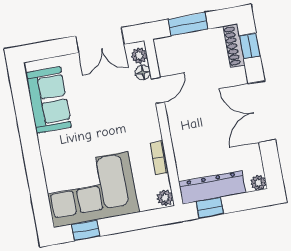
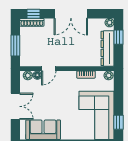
double door: (100, 40) -> (15, 106), moved
door: (158, 90) -> (49, 69), swing flipped
window: (210, 208) -> (118, 37), moved

